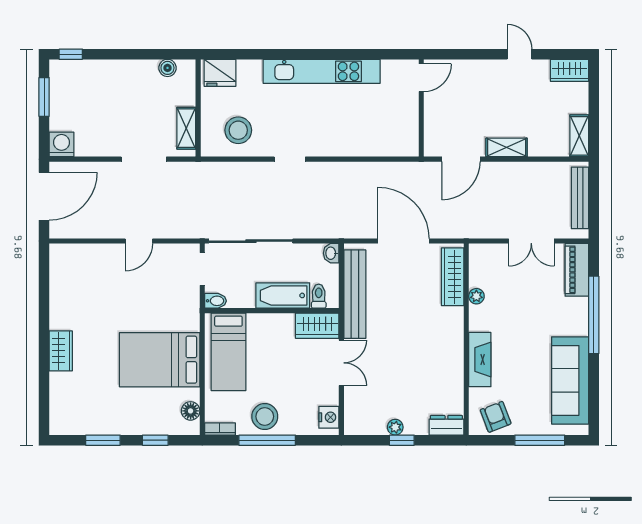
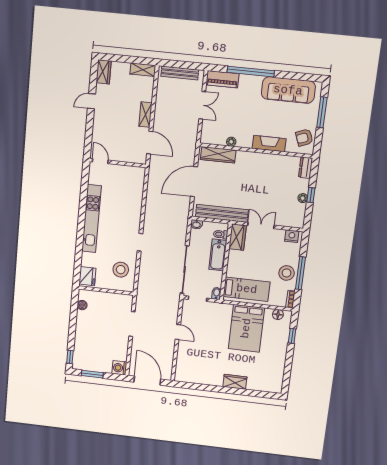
shelving: (186, 128) -> (117, 298), removed
window: (103, 440) -> (288, 365), removed

